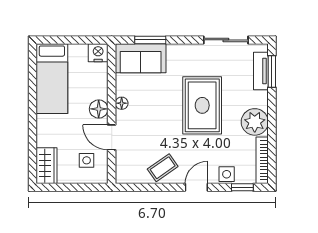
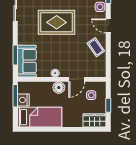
window: (86, 40) -> (15, 96), added
nightstand: (98, 53) -> (23, 100), moved
window: (71, 187) -> (108, 105), added

